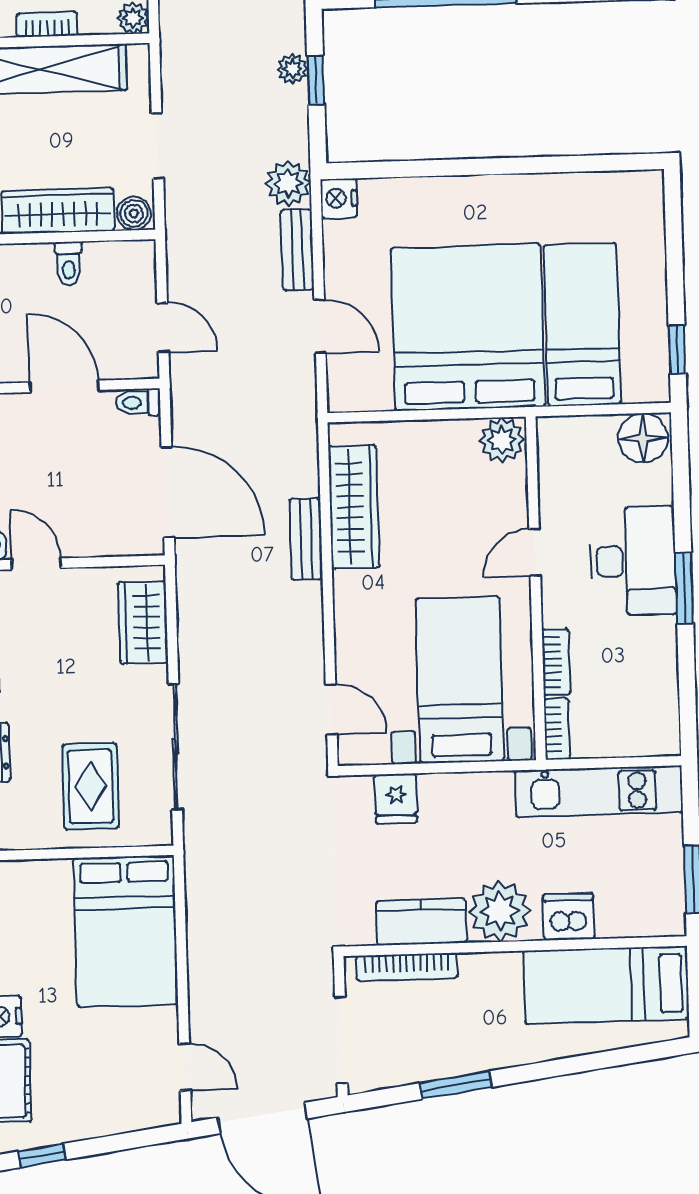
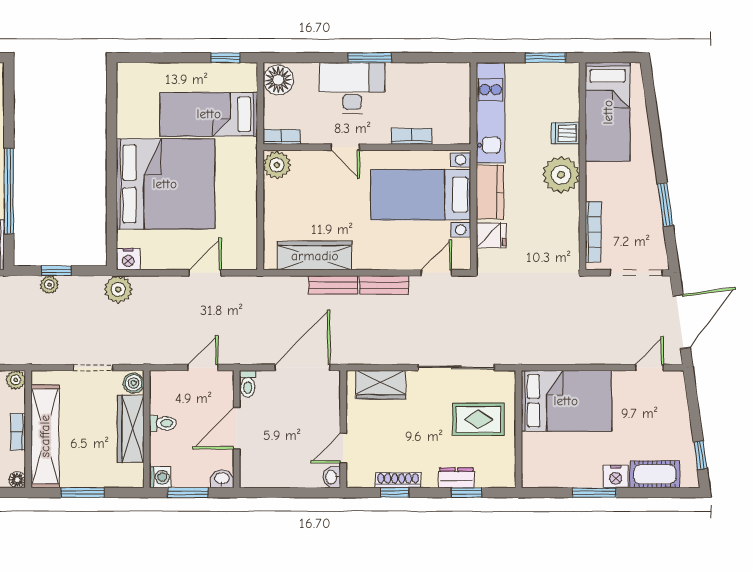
bench: (297, 249) -> (384, 285), moved
bed: (468, 327) -> (165, 184), moved, turned 180
bookcase: (557, 729) -> (282, 137), moved
dishwasher: (569, 917) -> (566, 133), width x0.73
kitchen counter: (421, 922) -> (490, 192), moved, turned 180

